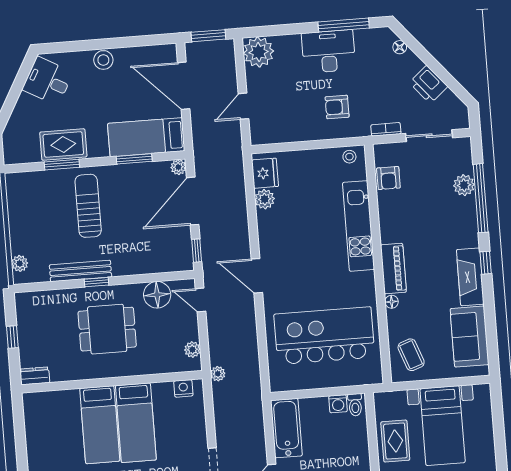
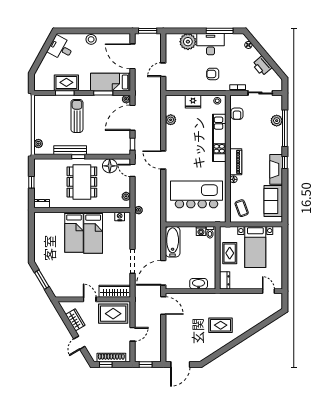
plant: (259, 52) -> (188, 42), moved
fridge: (265, 173) -> (193, 102), moved, turned 90
dining table: (107, 329) -> (82, 182), width x1.37

